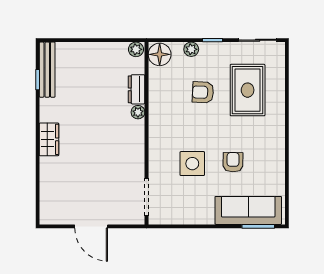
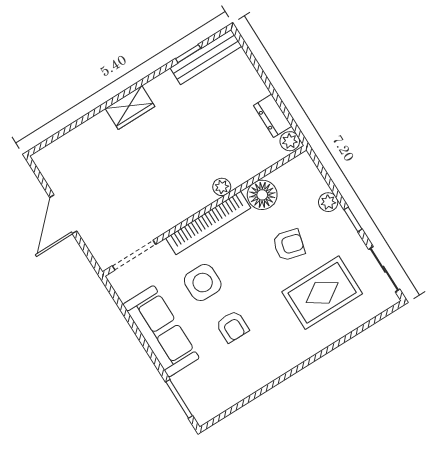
floor lamp: (160, 54) -> (262, 195), moved
dresser: (137, 89) -> (273, 116), moved, turned -90
armchair: (203, 92) -> (289, 245), turned 102
bookcase: (156, 136) -> (208, 223), added
armchair: (233, 162) -> (232, 327), turned 89
sofa: (248, 210) -> (161, 331), moved

